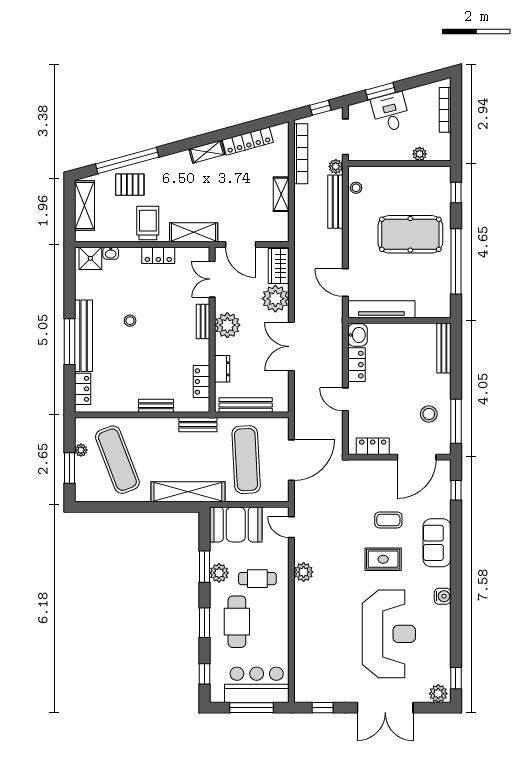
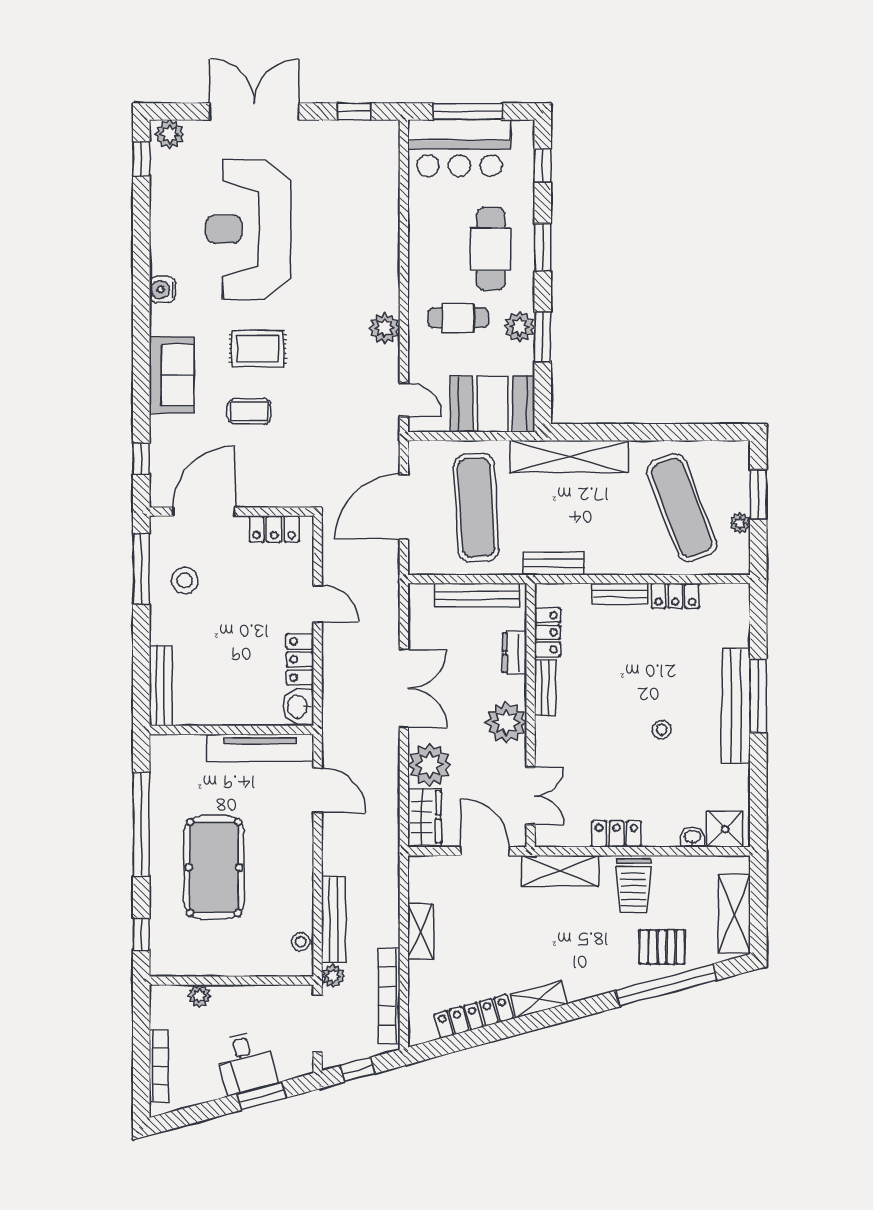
pool table: (410, 234) -> (214, 867), turned 90
bench: (203, 322) -> (545, 688), moved
locker: (83, 389) -> (675, 596), moved, turned -90

